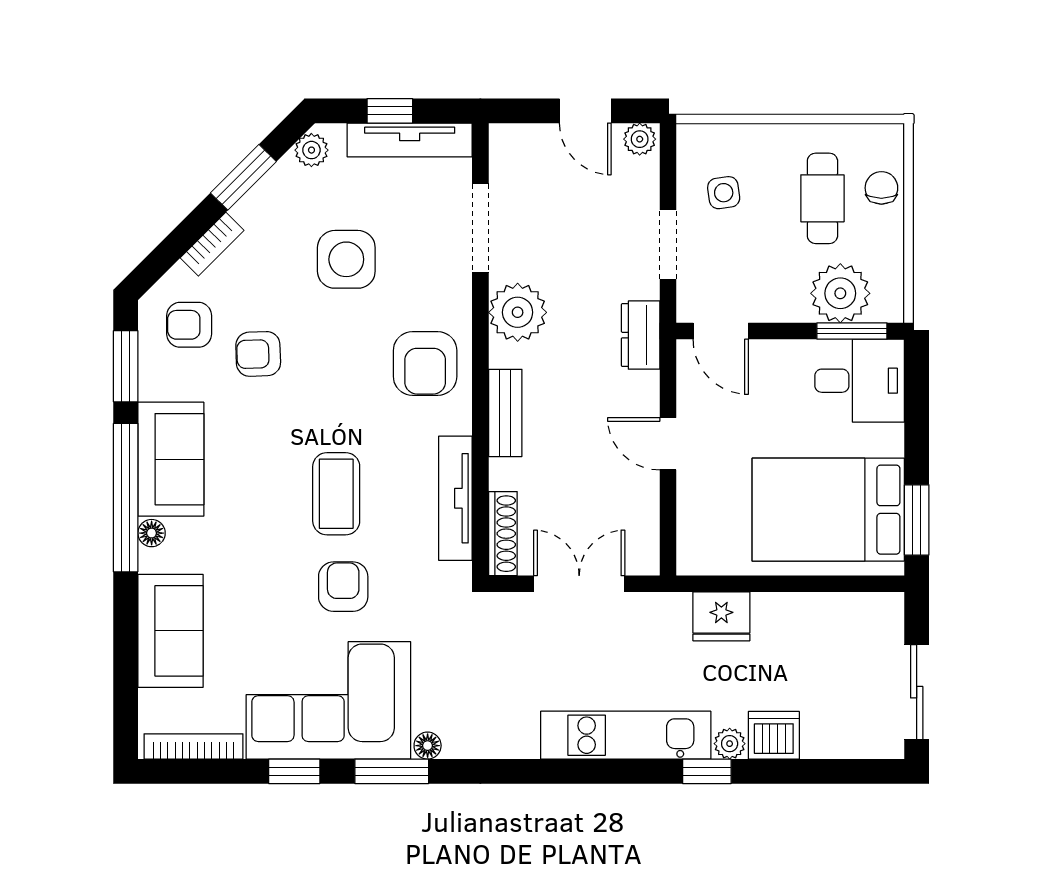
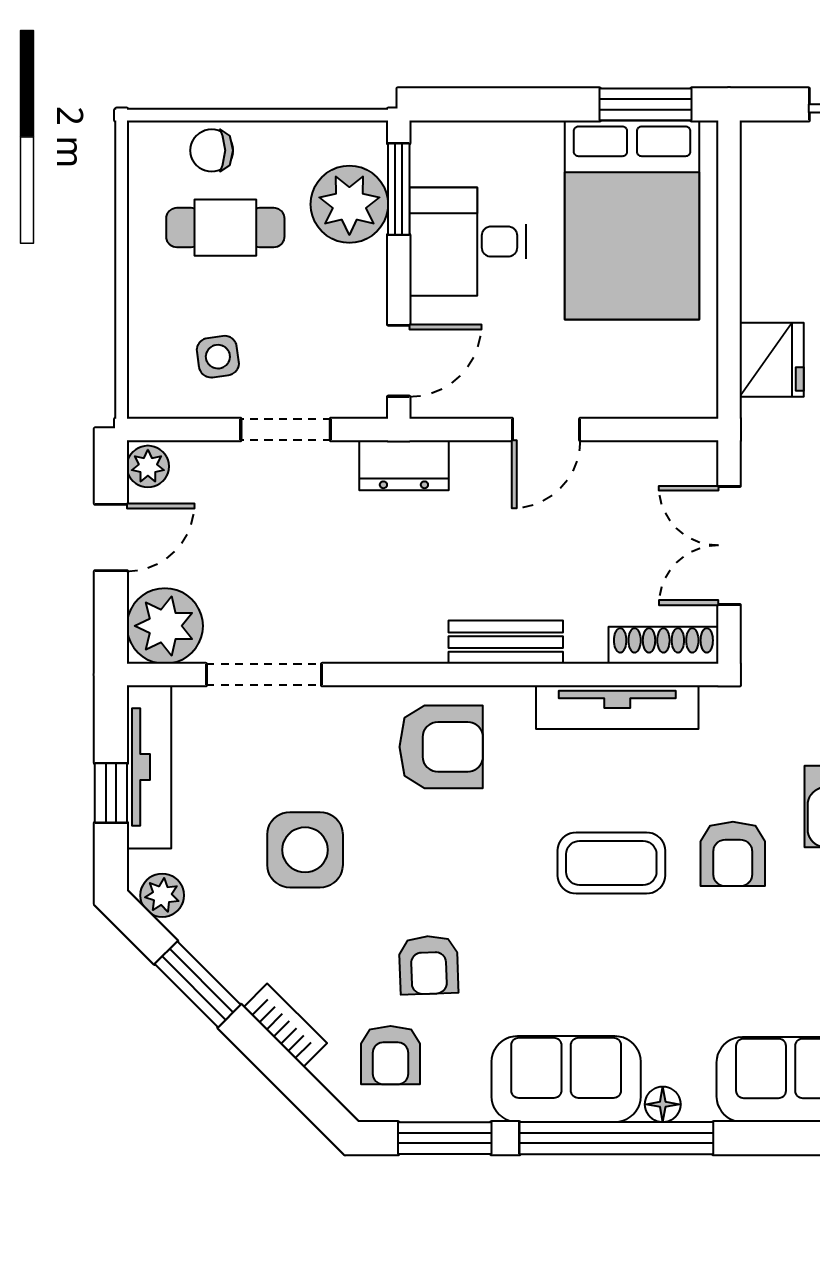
plant: (518, 312) -> (165, 626), moved
desk: (860, 381) -> (468, 242), moved, turned -90
armchair: (343, 587) -> (733, 854), turned -90

